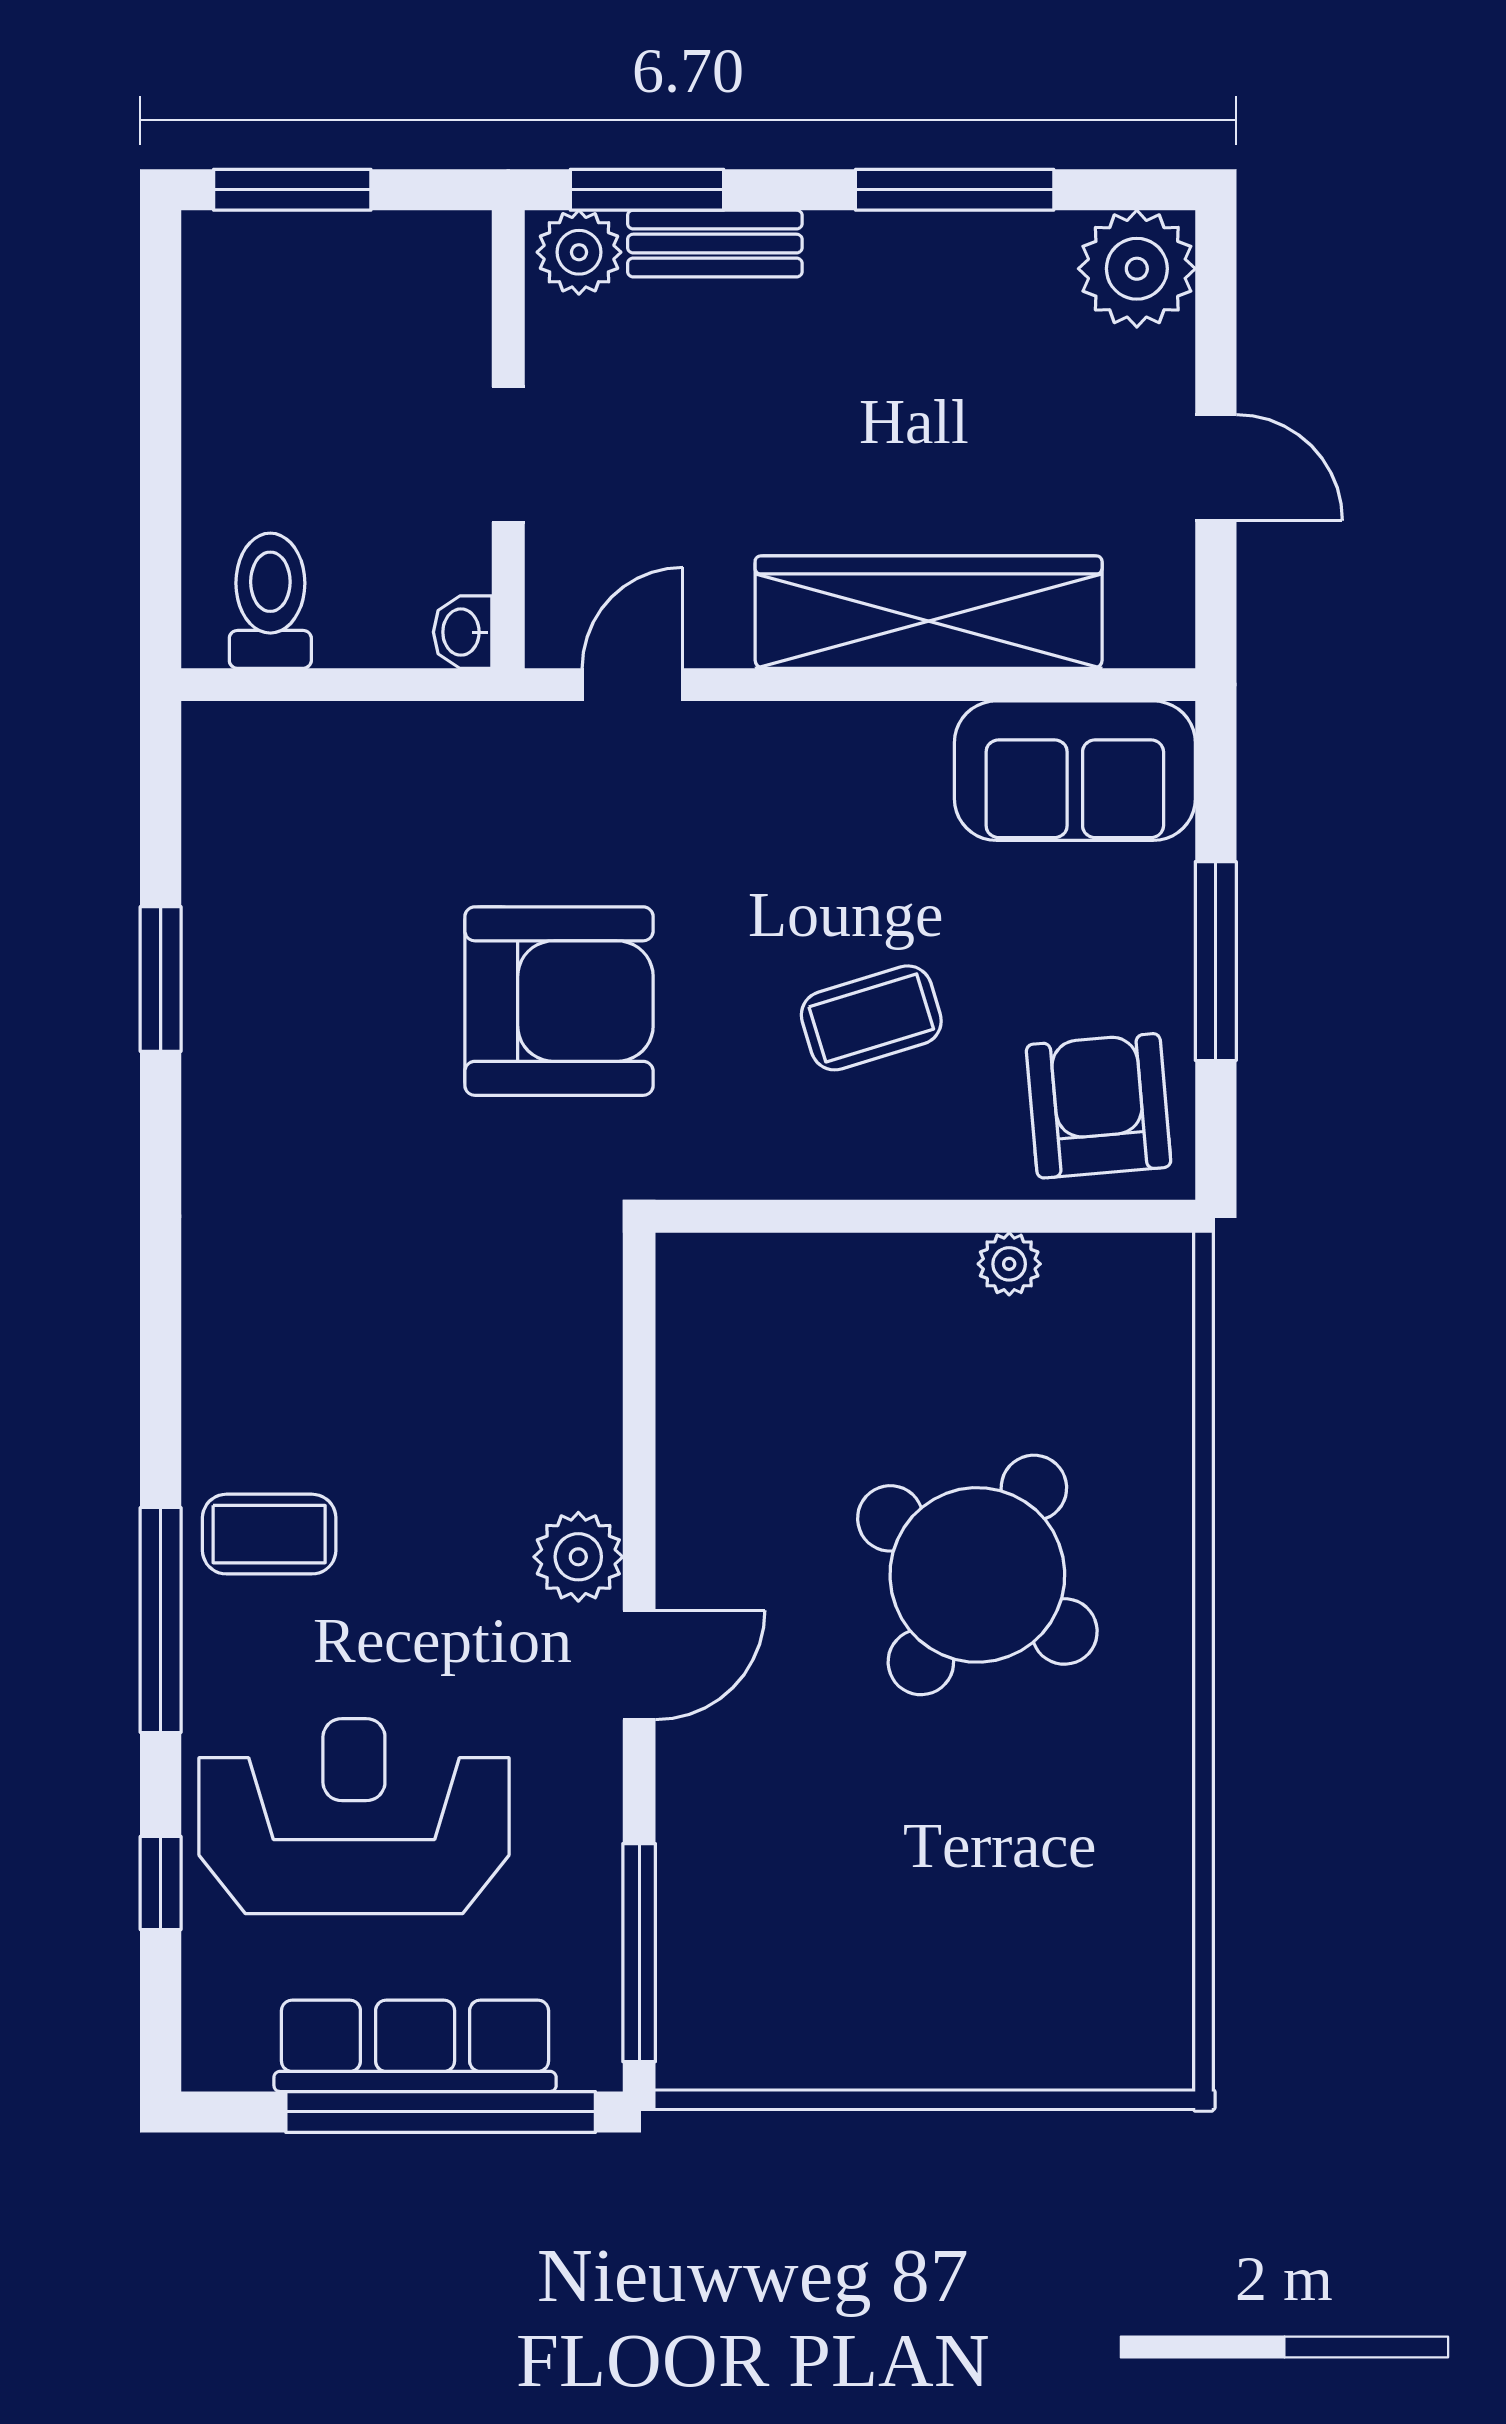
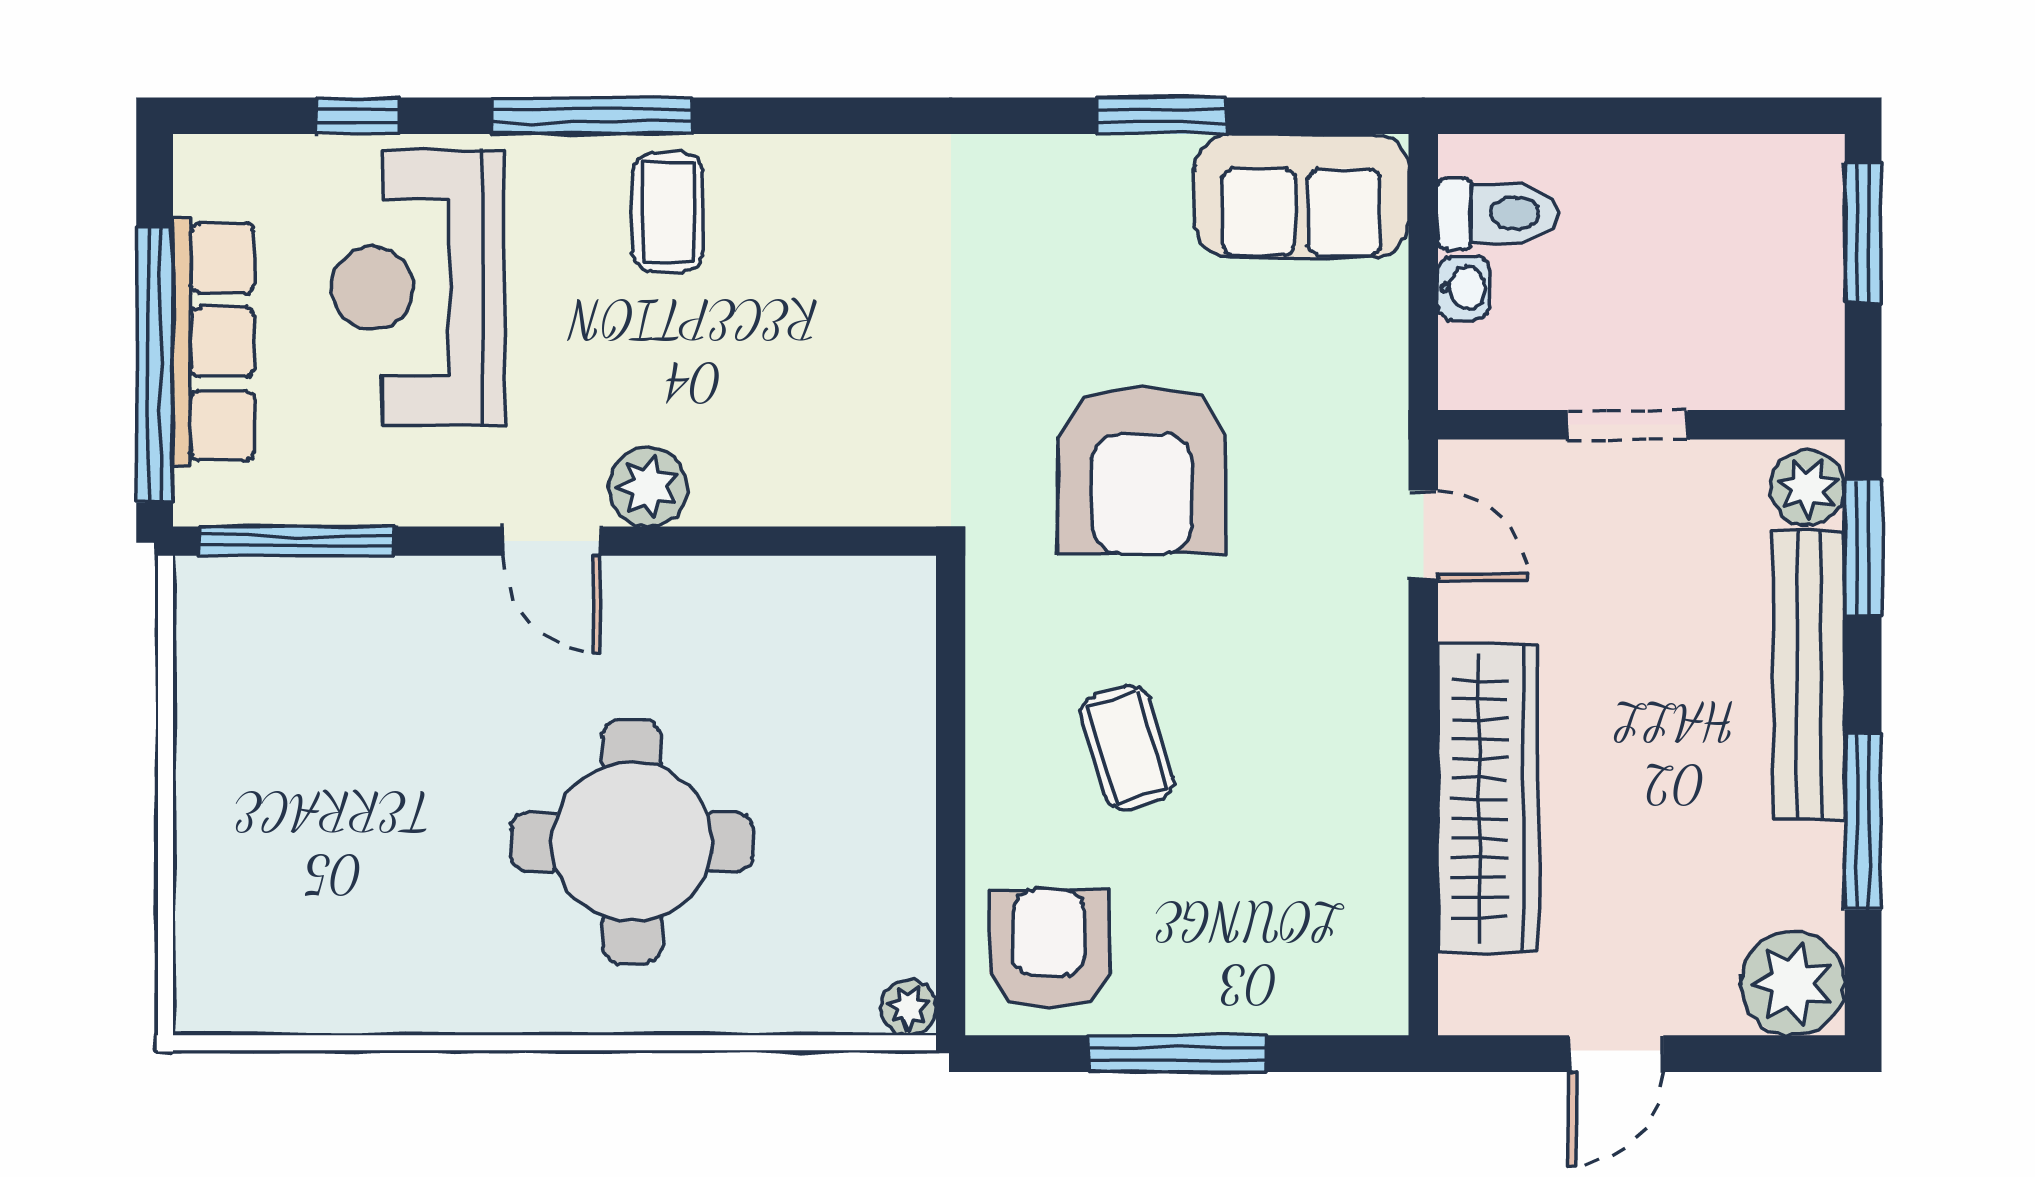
bench: (715, 244) -> (1809, 675), width x1.86, depth x1.21
washbasin: (463, 632) -> (1464, 288), moved, turned 90
sofa: (1075, 771) -> (1302, 196), moved, turned -90
armchair: (1099, 1106) -> (1049, 949), turned -85
plant: (1009, 1264) -> (908, 1008), moved
round table: (977, 1575) -> (632, 842), turned -33
reception desk: (354, 1816) -> (417, 288), turned 180

